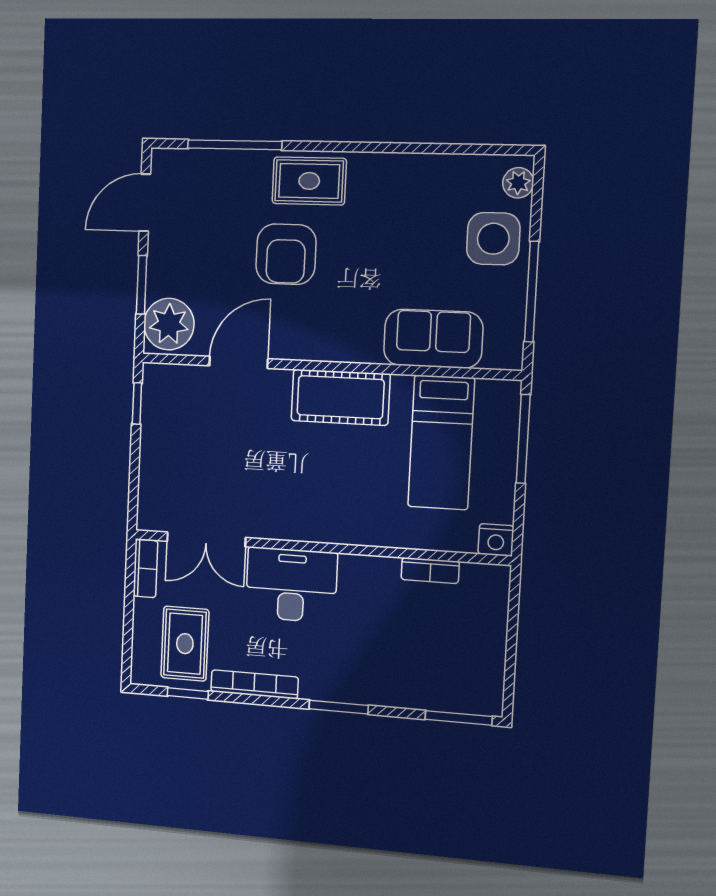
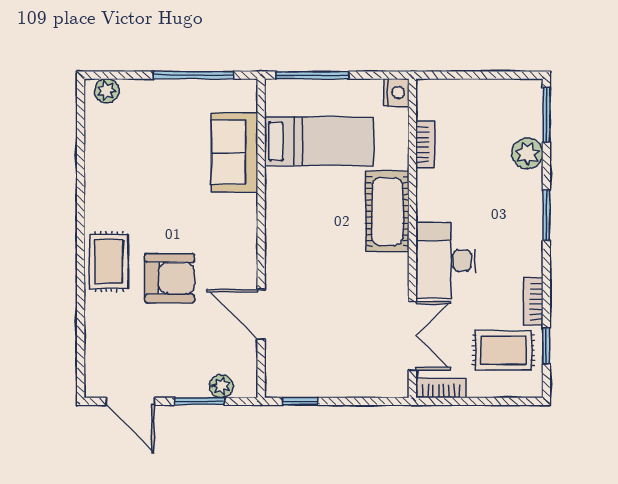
window: (235, 145) -> (81, 326), removed
side table: (493, 239) -> (152, 108), removed
plant: (169, 324) -> (221, 386), width x0.53, depth x0.53
cot: (340, 397) -> (387, 212), moved
bookcase: (254, 684) -> (533, 302), width x0.64
plant: (413, 691) -> (528, 153), added

